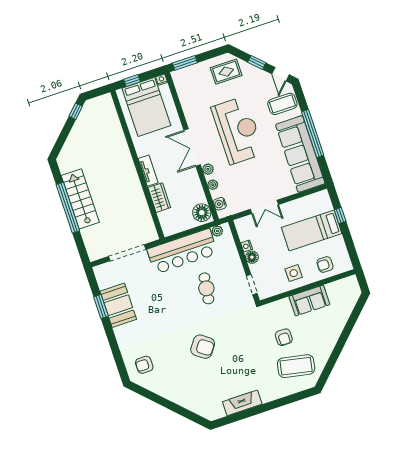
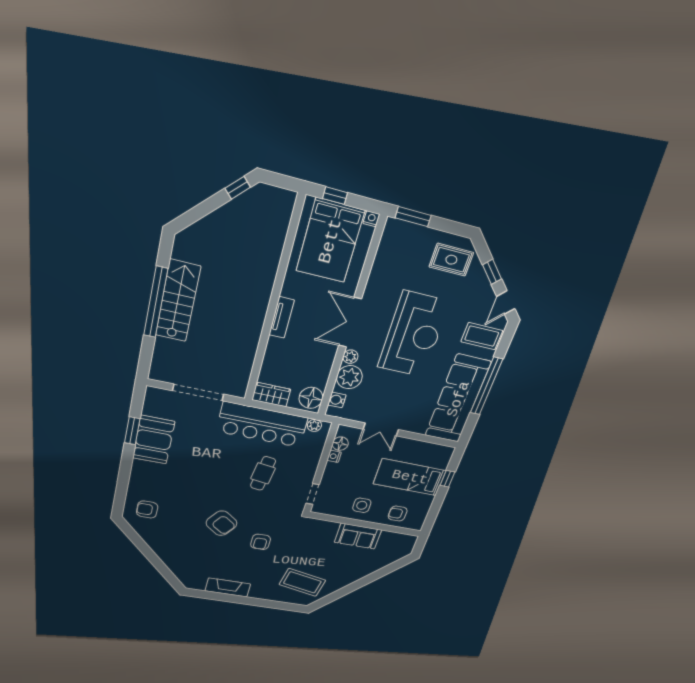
plant: (213, 185) -> (349, 377), width x1.88, depth x1.88
wardrobe: (159, 198) -> (271, 395), moved, turned -90
floor lamp: (252, 257) -> (340, 444), moved
armchair: (284, 337) -> (261, 542), moved

